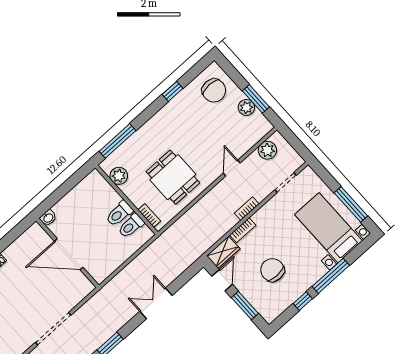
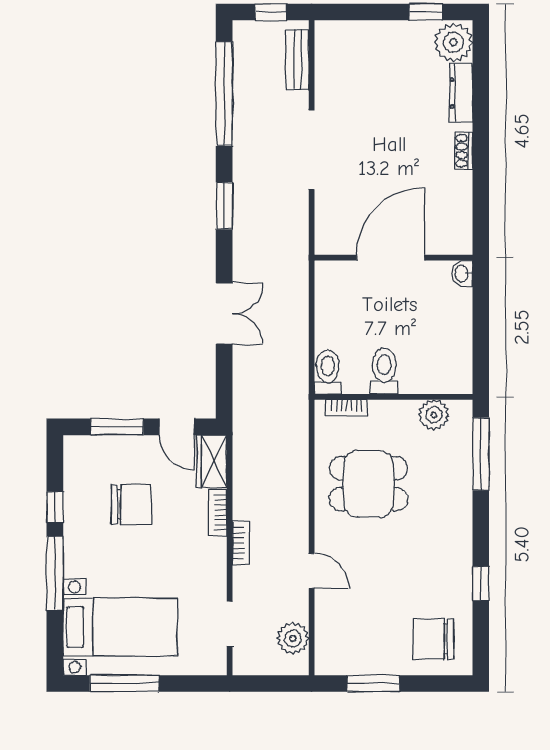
plant: (246, 107) -> (373, 661), removed
toilet: (131, 226) -> (328, 372), moved

